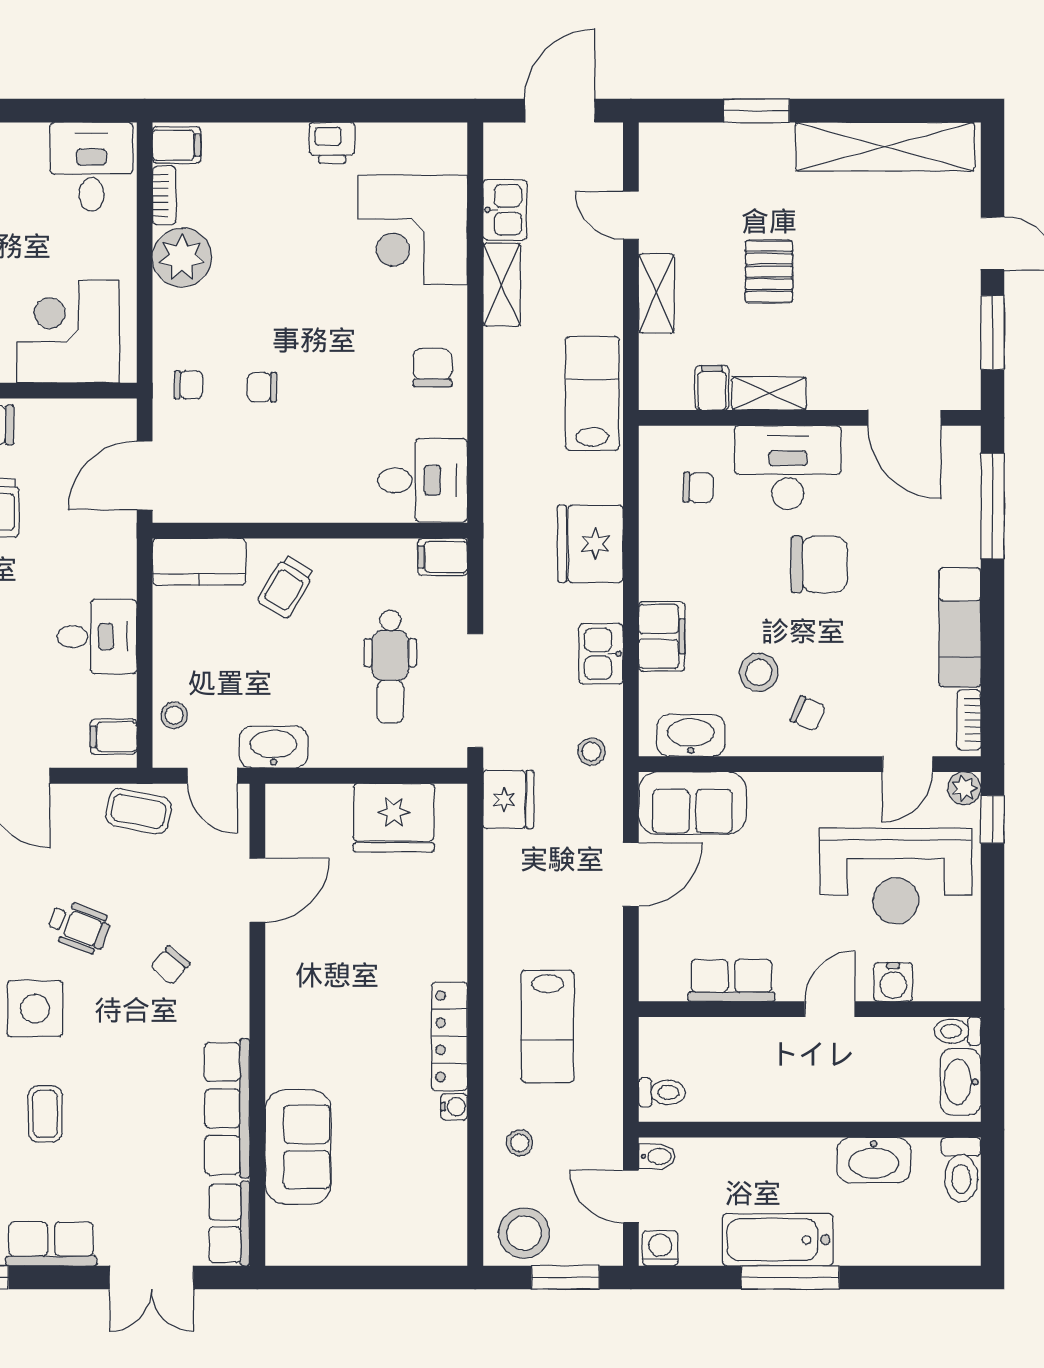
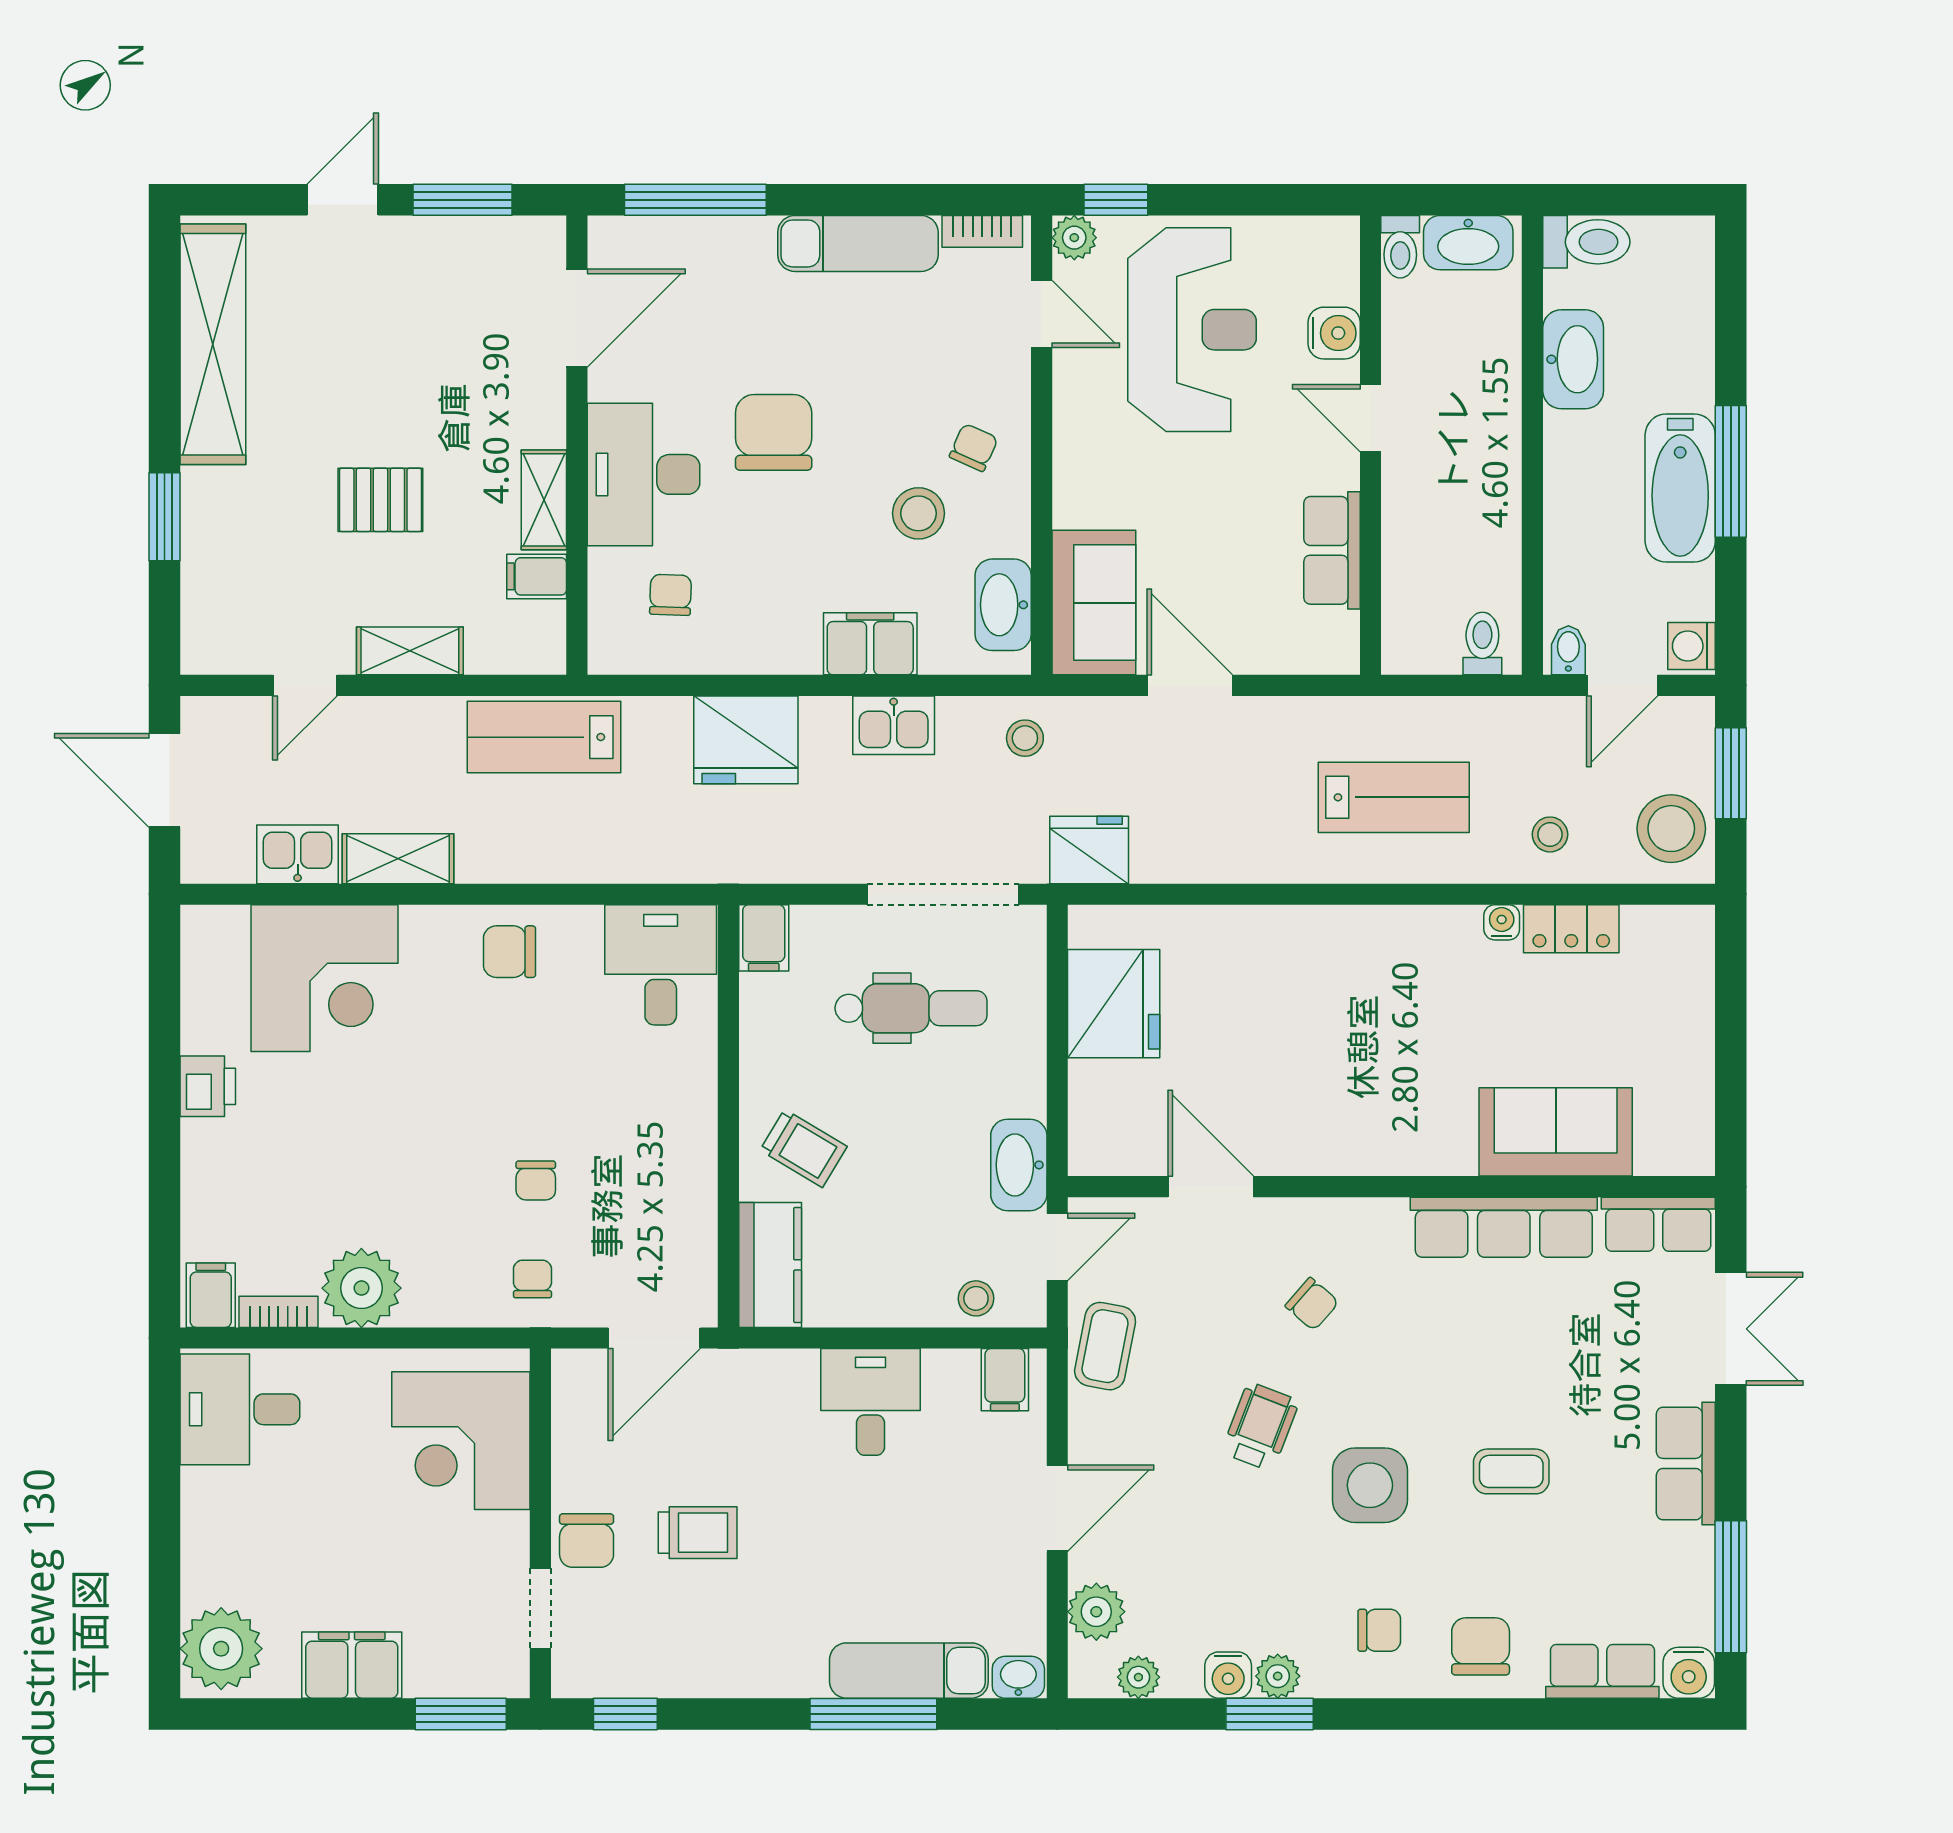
door: (145, 475) -> (654, 1338), hinge flipped
locker: (449, 1036) -> (1571, 929), moved, width x0.66

